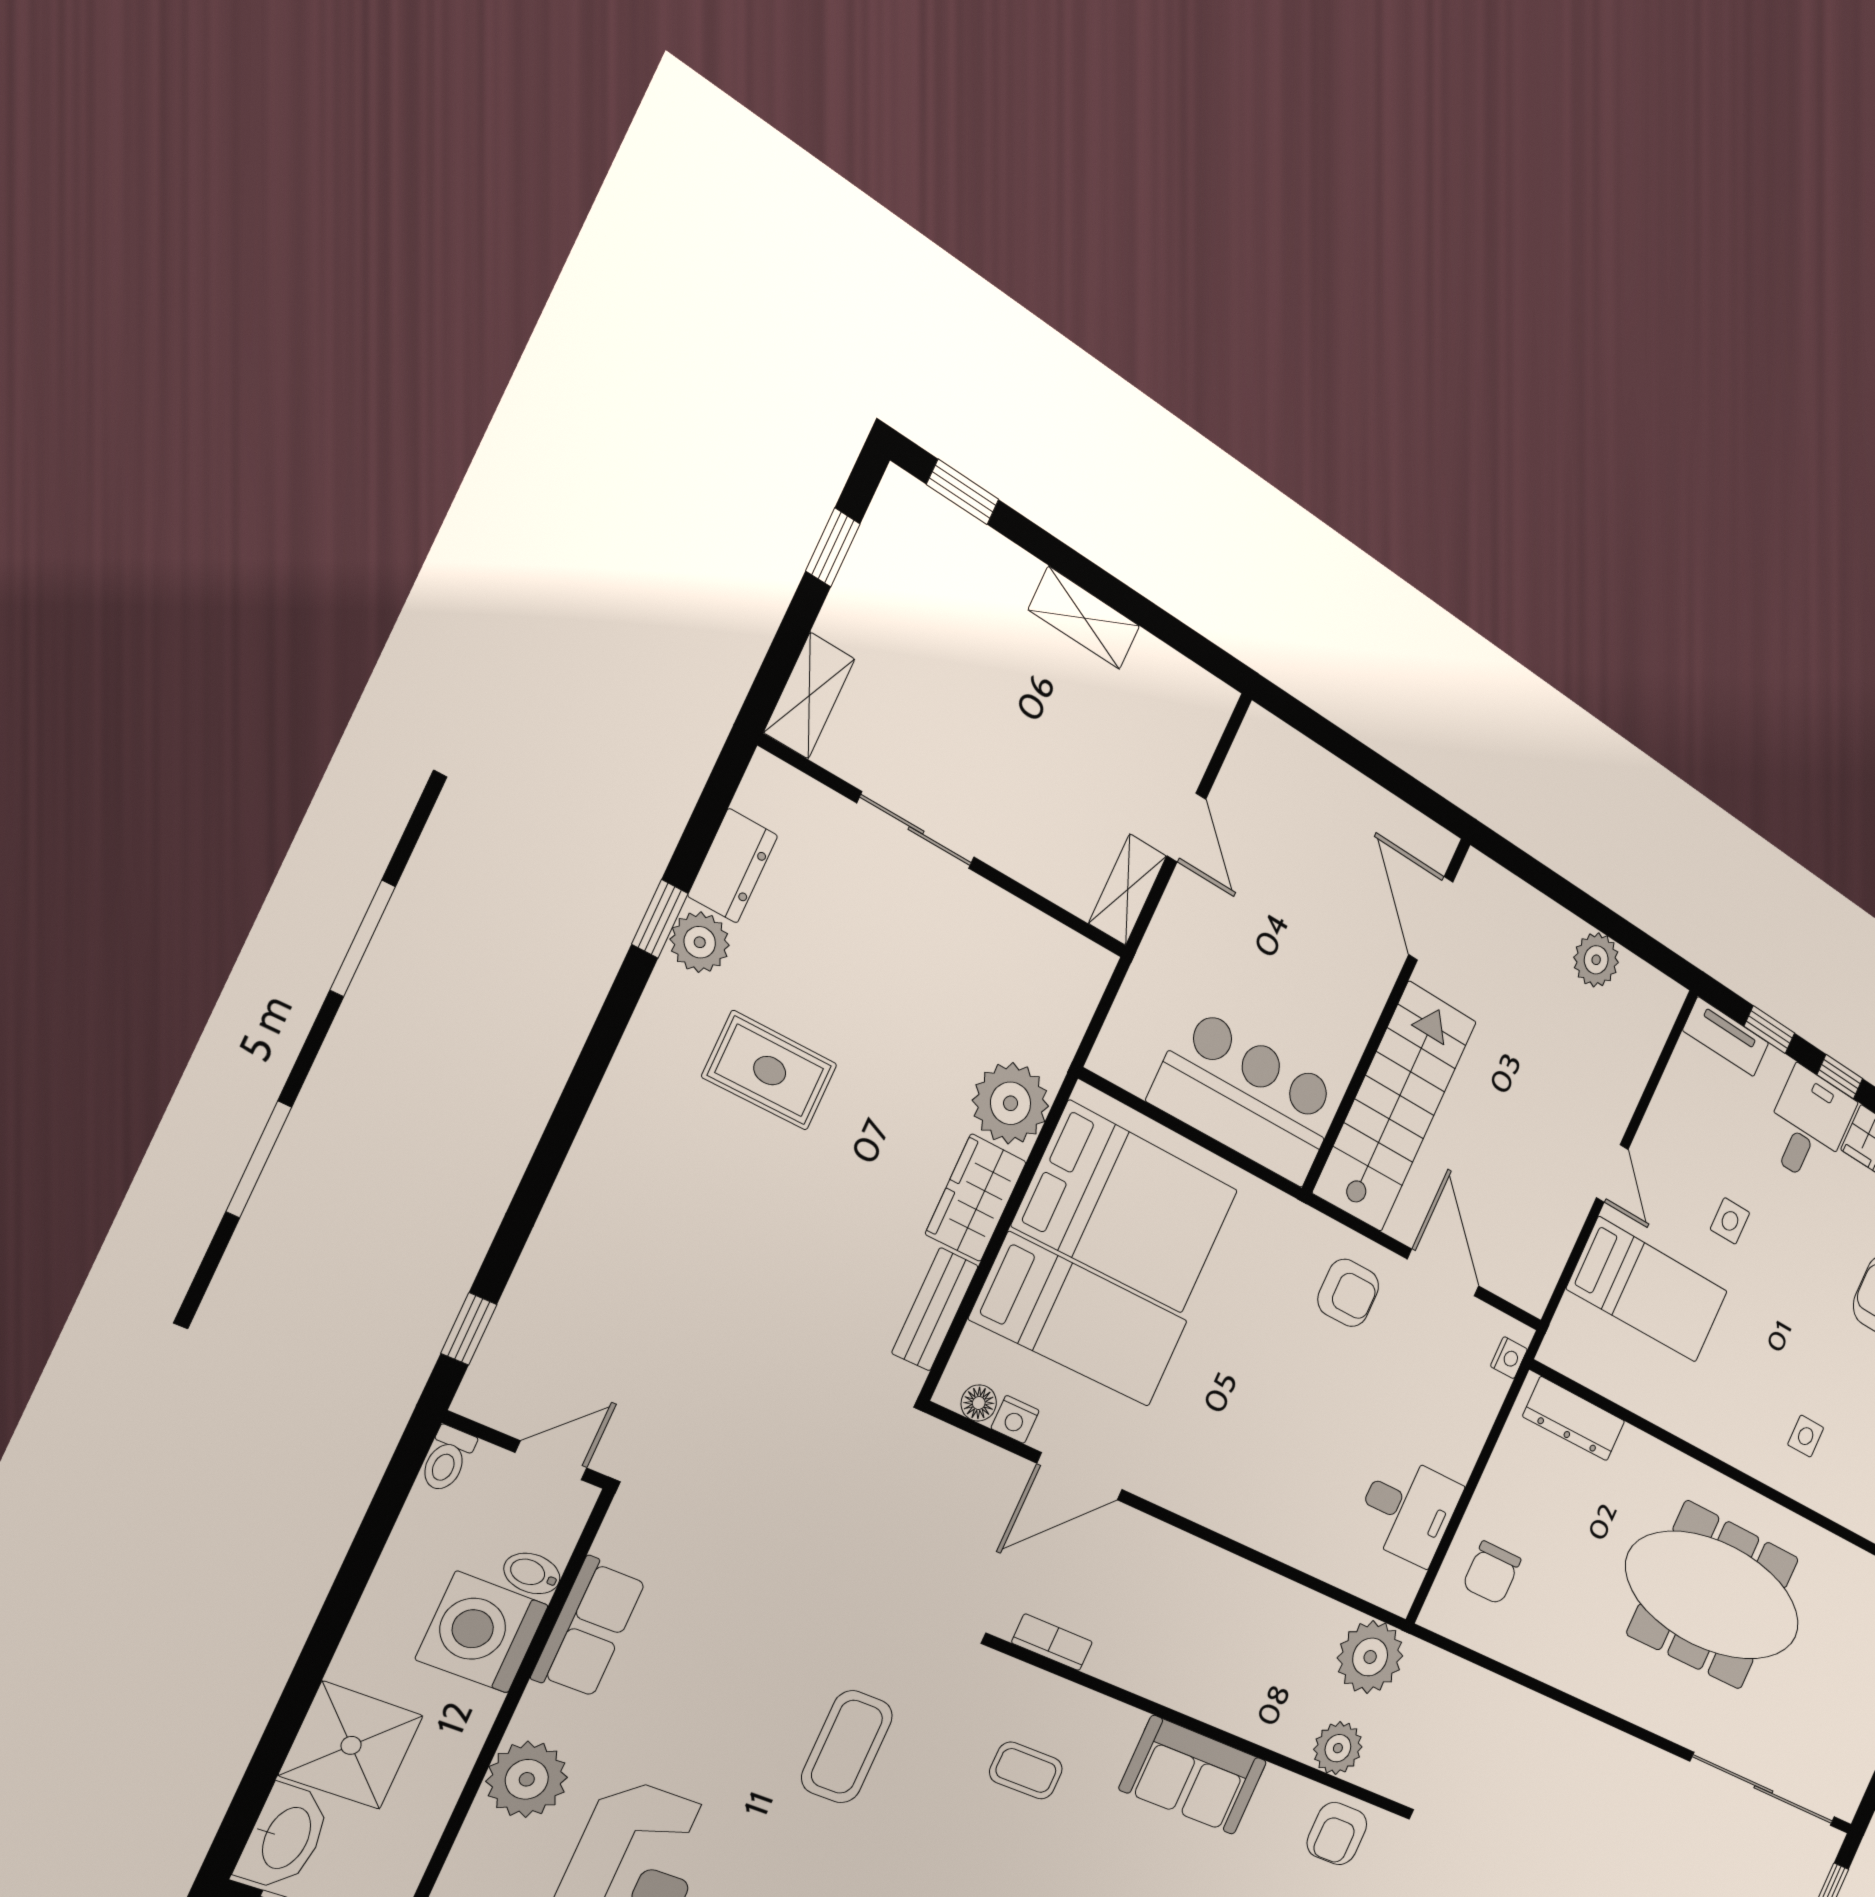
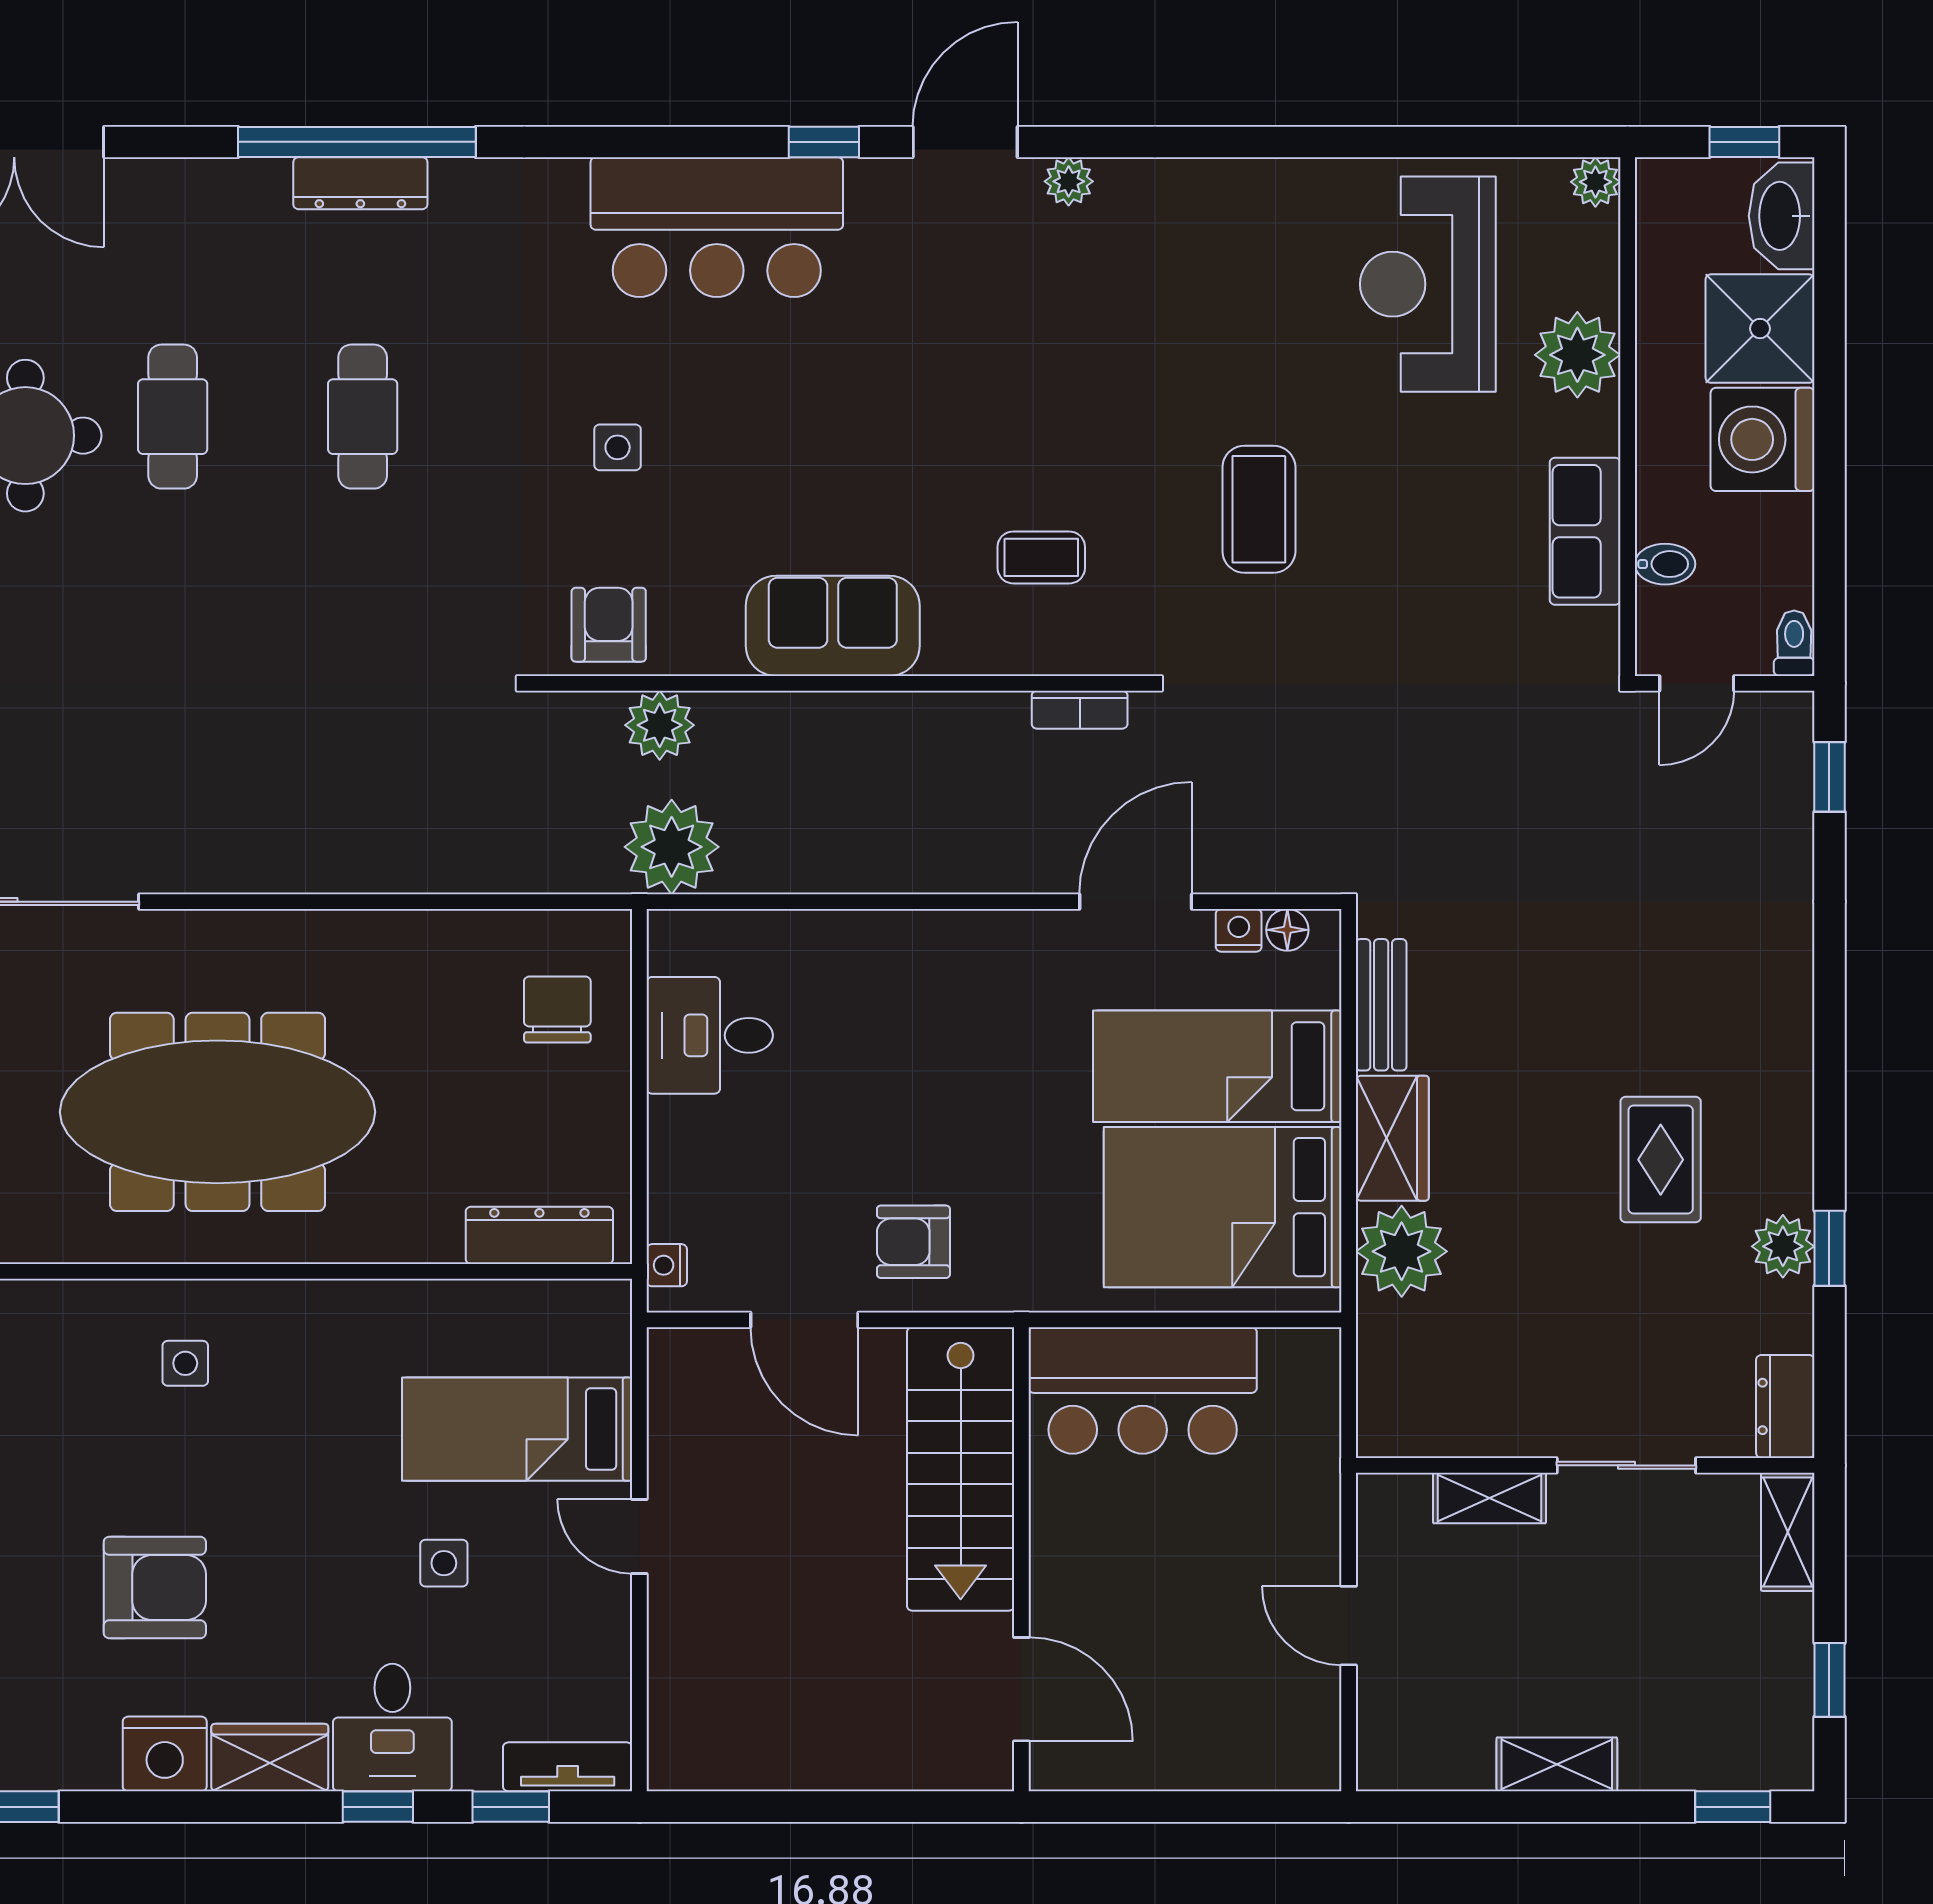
dresser: (733, 866) -> (1785, 1406), moved
shelving: (1128, 890) -> (1490, 1498), moved, turned 90
plant: (1596, 960) -> (790, 1758), removed
rug: (770, 1071) -> (1661, 1160), turned 90
washing machine: (482, 1632) -> (1763, 439), moved, turned 180

